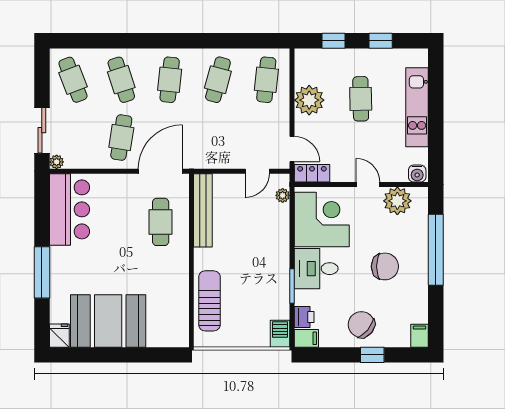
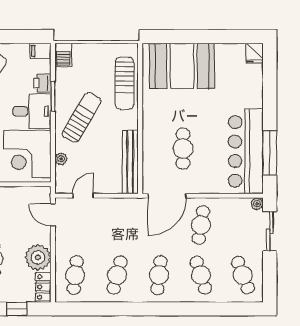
locker: (312, 173) -> (43, 287), moved, turned 90
plant: (283, 195) -> (61, 159), moved
bar counter: (69, 209) -> (246, 151), width x1.36
cafe table: (161, 222) -> (183, 149), moved
sun lounger: (259, 262) -> (82, 117), added
window: (42, 272) -> (270, 153), moved
printer: (304, 317) -> (42, 83), moved
booth: (108, 321) -> (182, 66), moved

